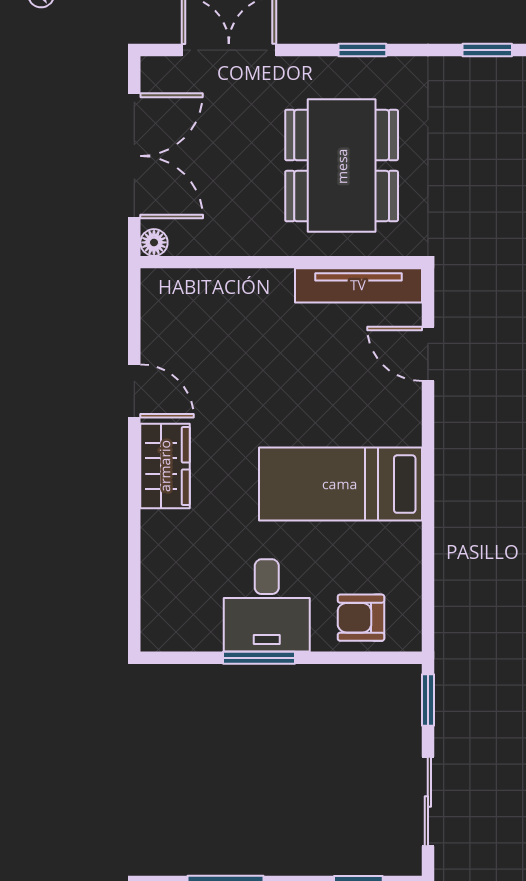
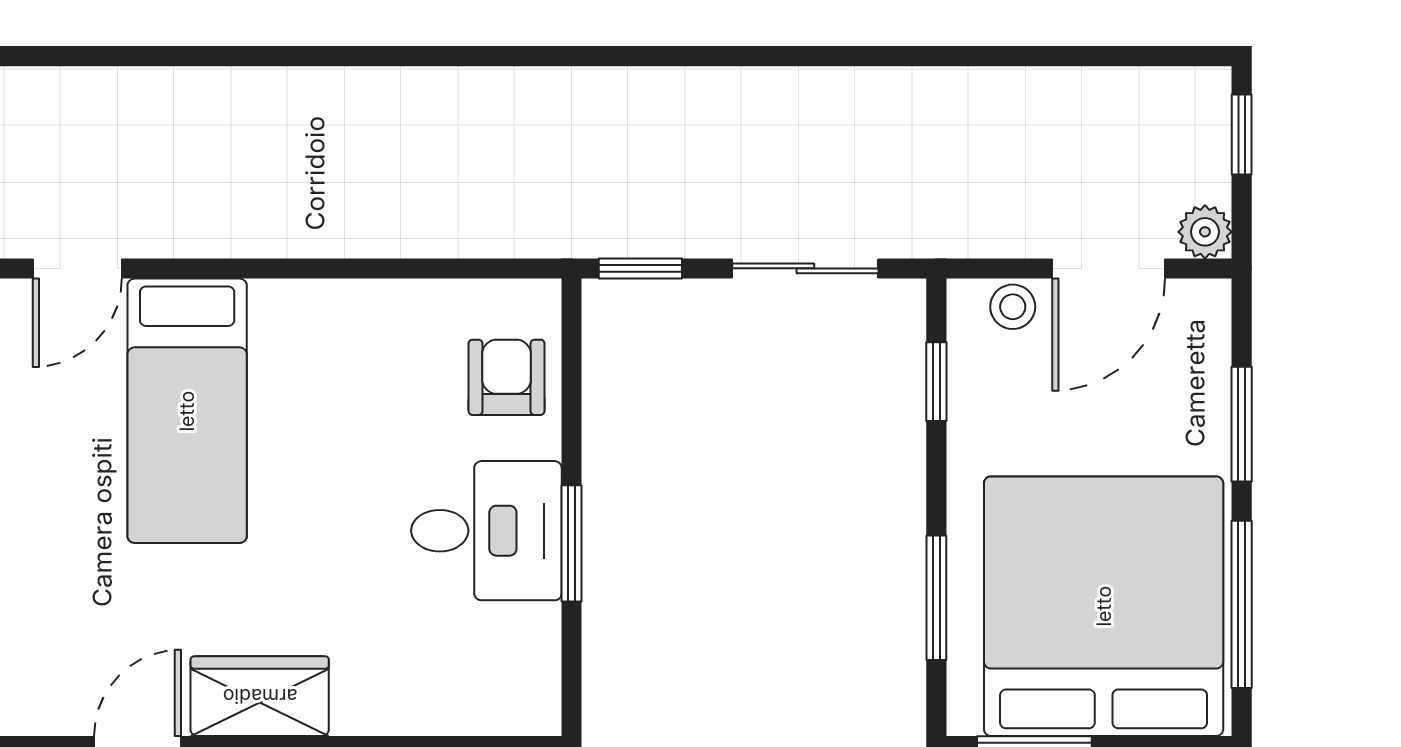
bed: (340, 484) -> (187, 411), moved
armchair: (361, 618) -> (507, 377), turned 180

